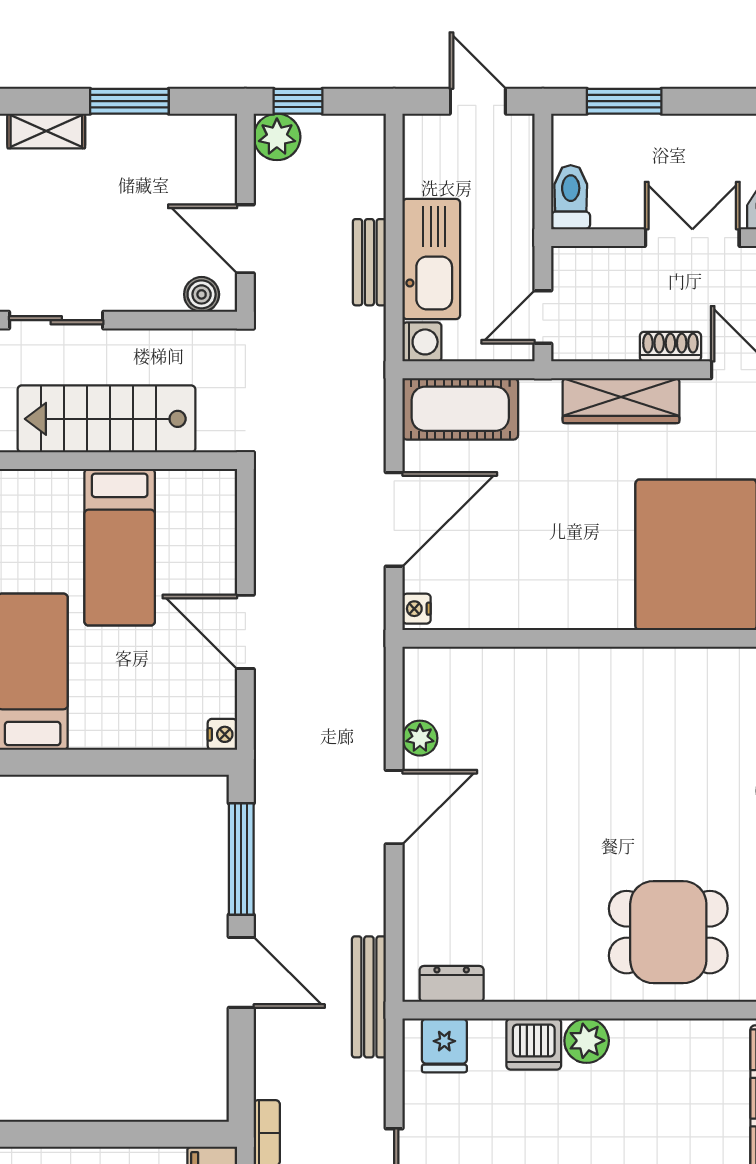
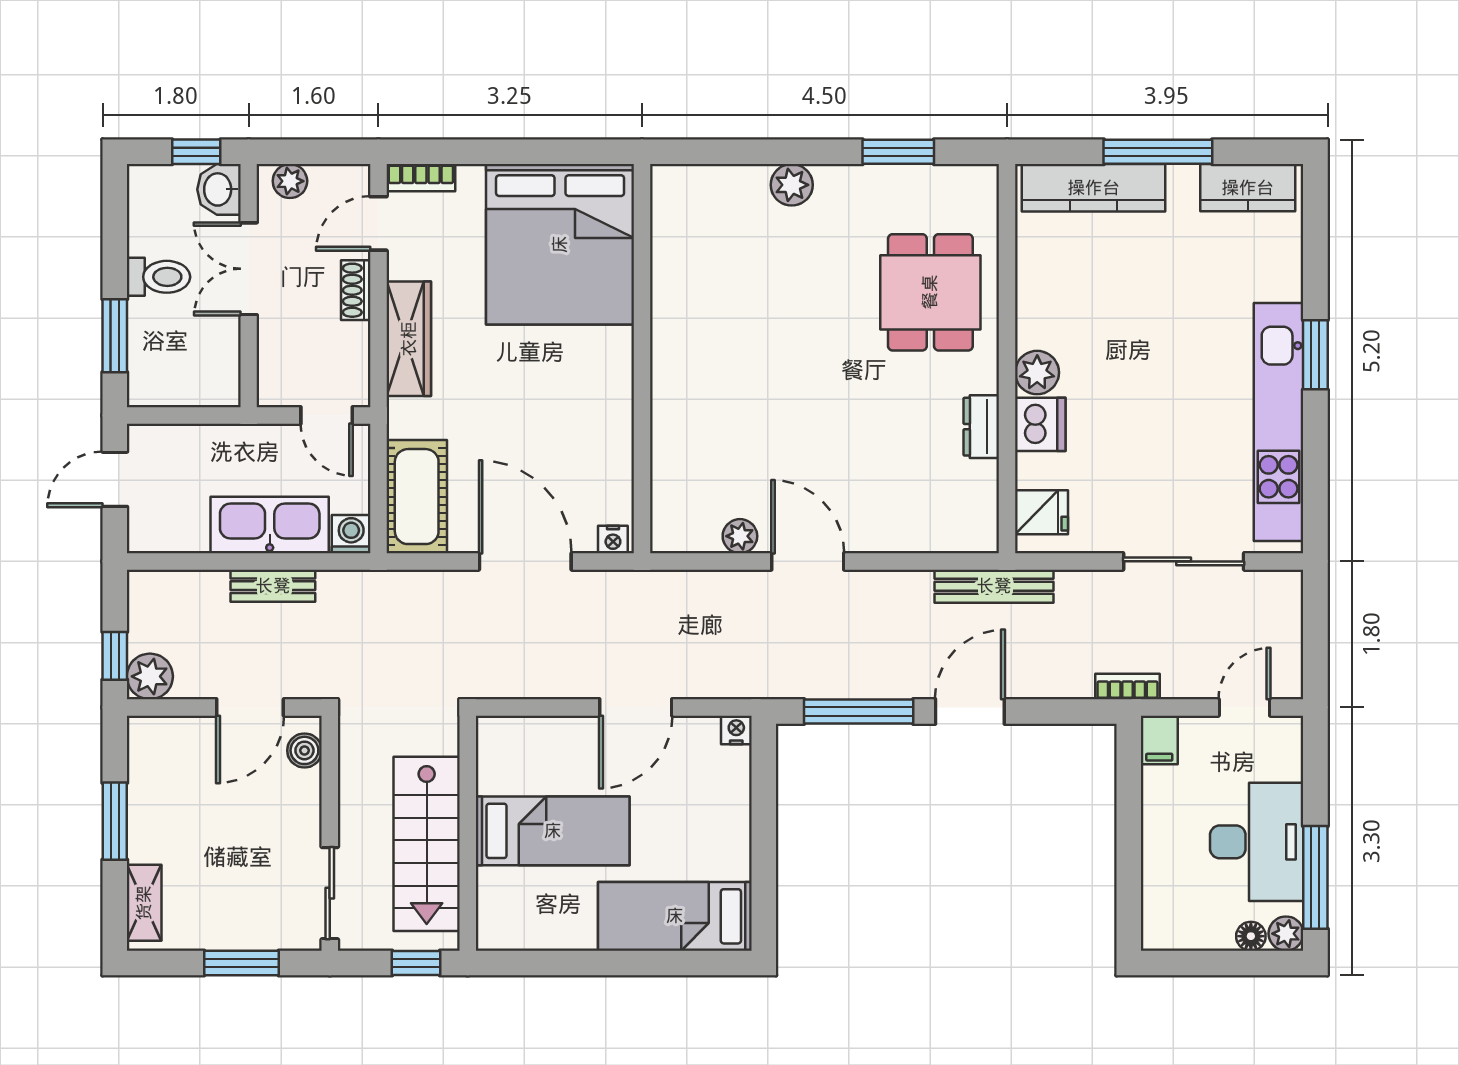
toilet: (571, 197) -> (158, 277), moved, turned 180
dresser: (452, 984) -> (981, 427), moved

